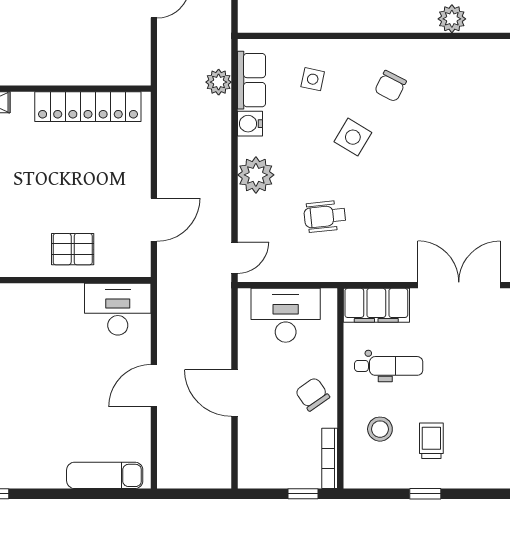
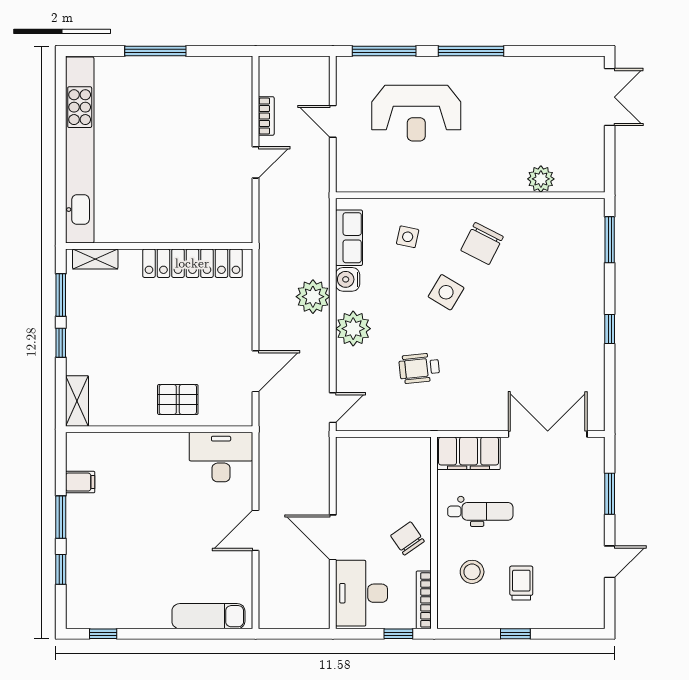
plant: (219, 82) -> (313, 297), moved, width x1.36, depth x1.36
chair: (390, 86) -> (482, 244), width x1.37, depth x1.37
desk: (286, 315) -> (362, 593), moved, turned -90

